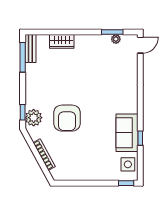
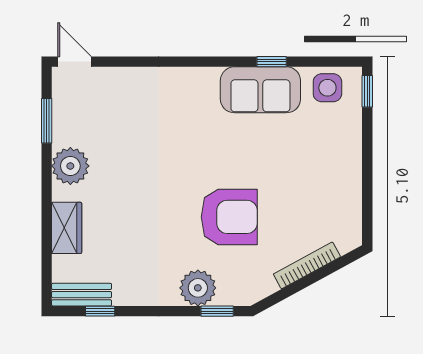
plant: (116, 39) -> (70, 166), moved, width x1.88, depth x1.88
window: (23, 57) -> (100, 311), width x0.46
plant: (34, 118) -> (198, 288), moved

